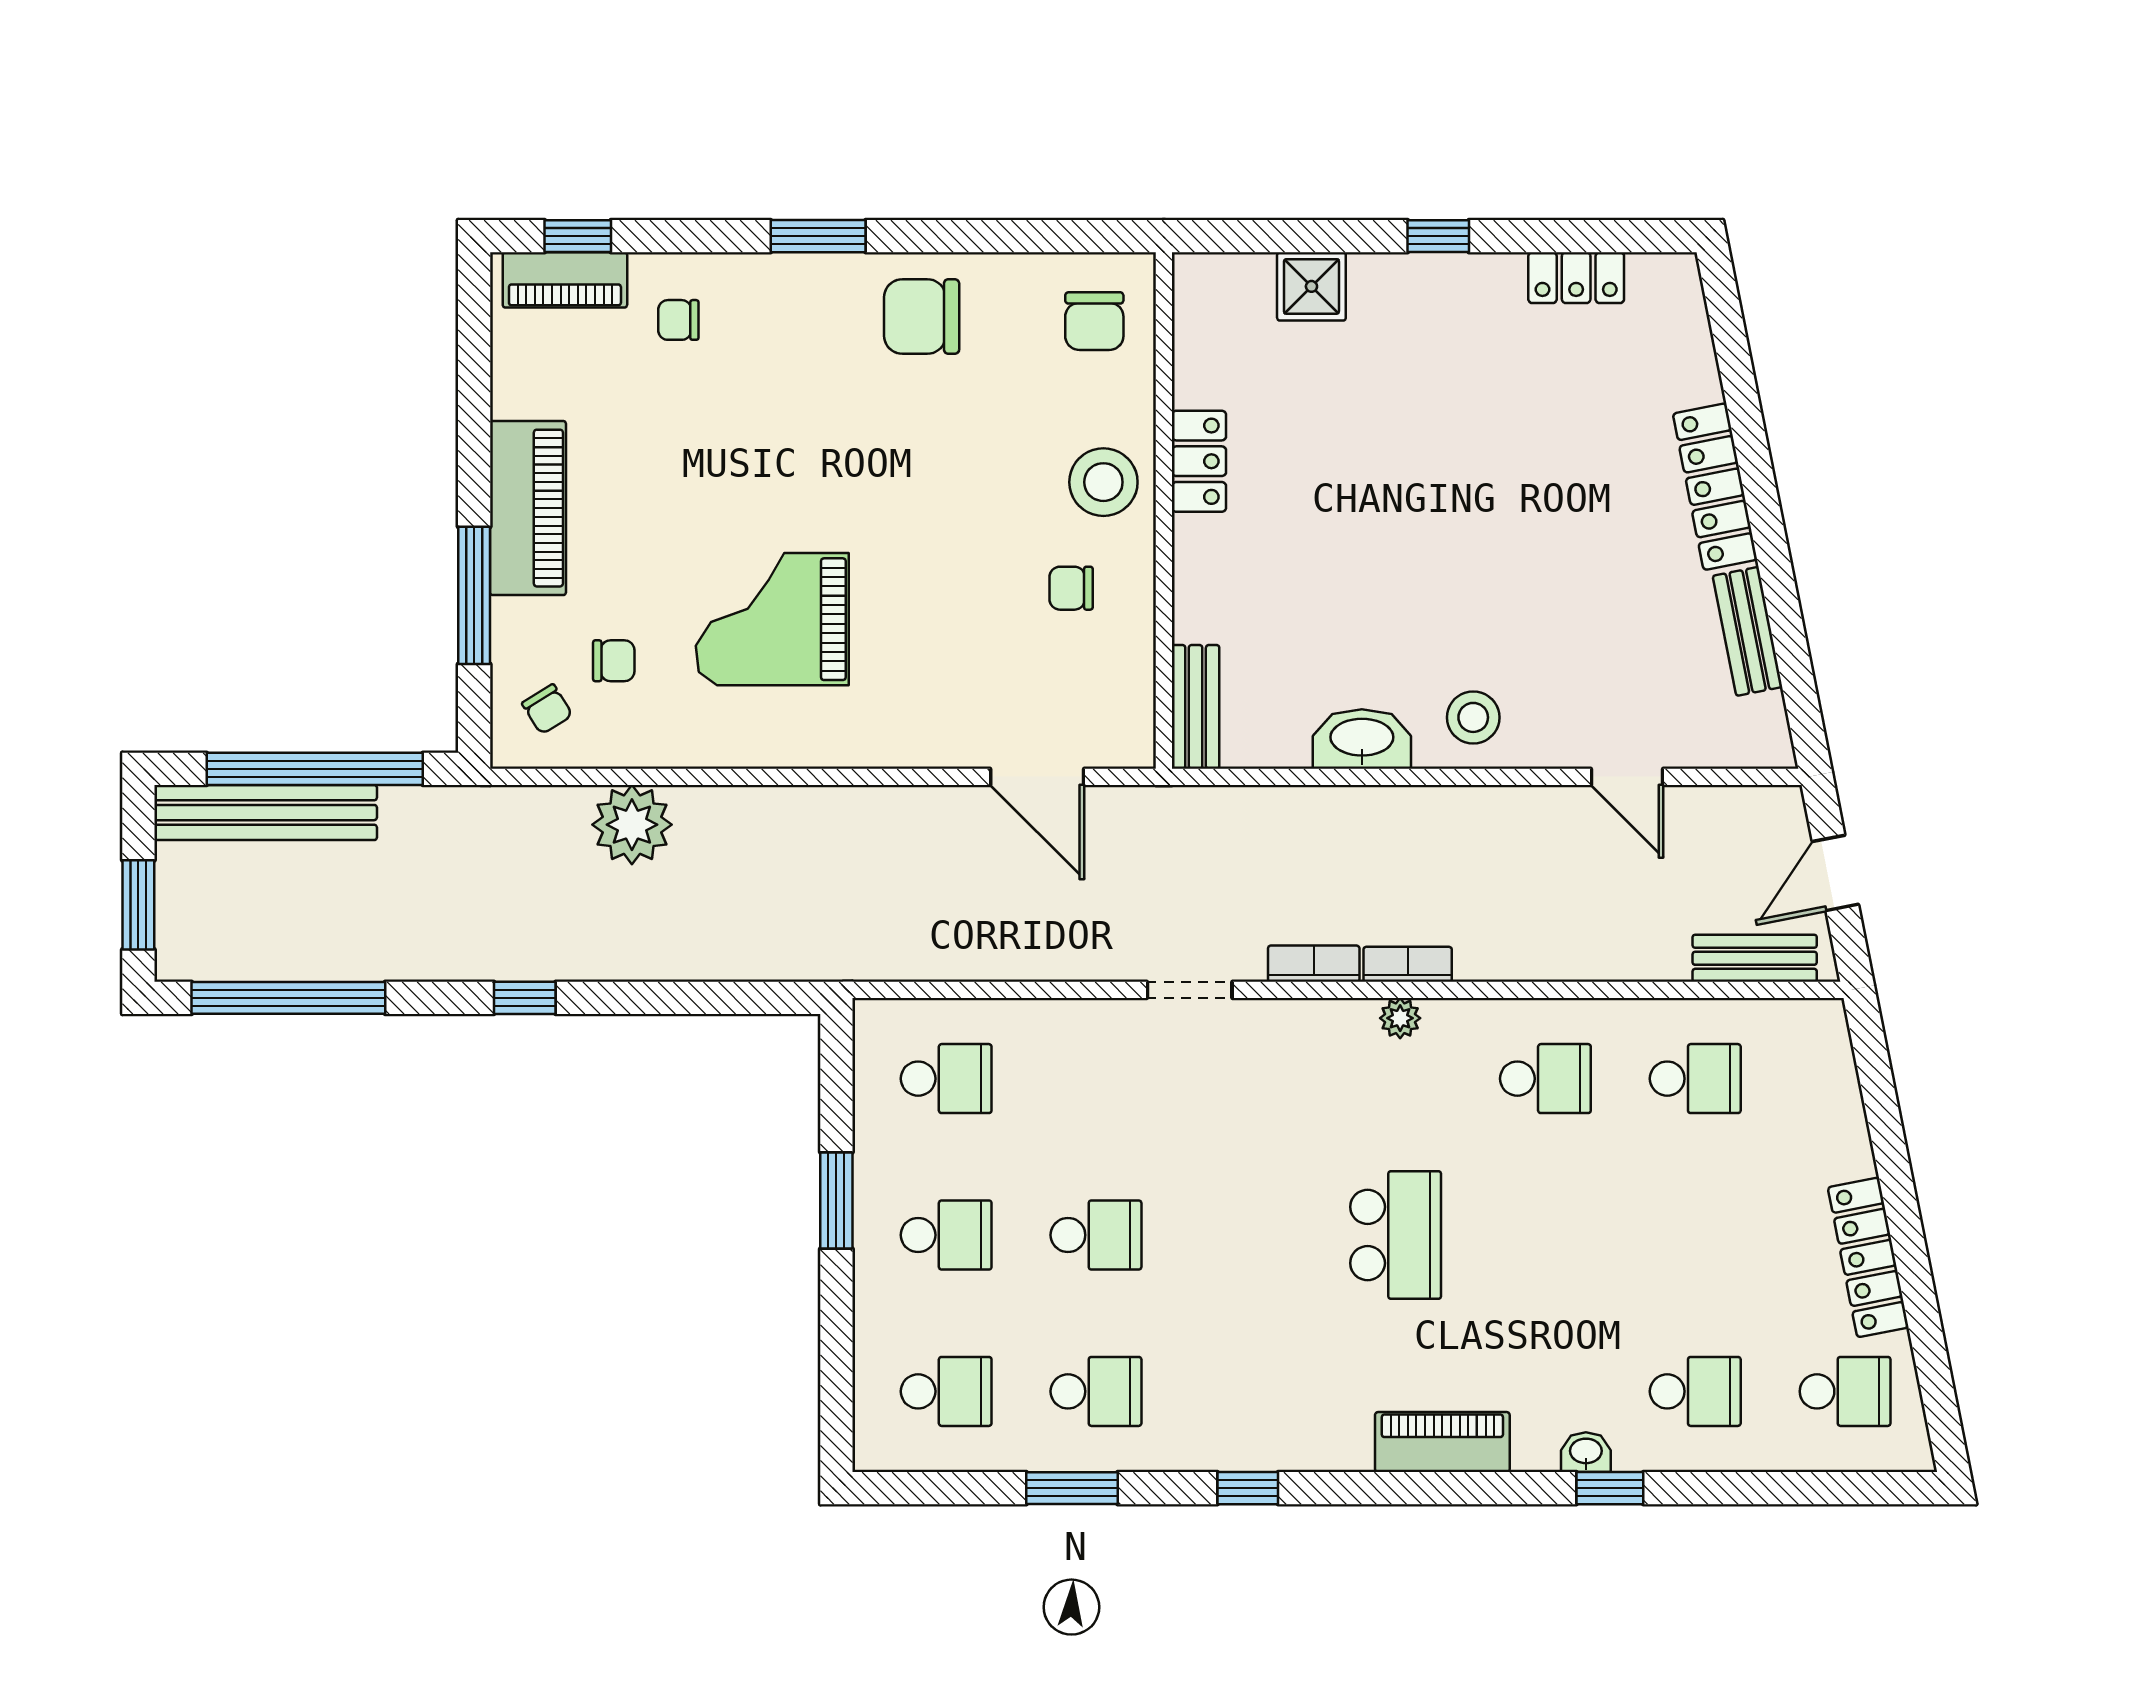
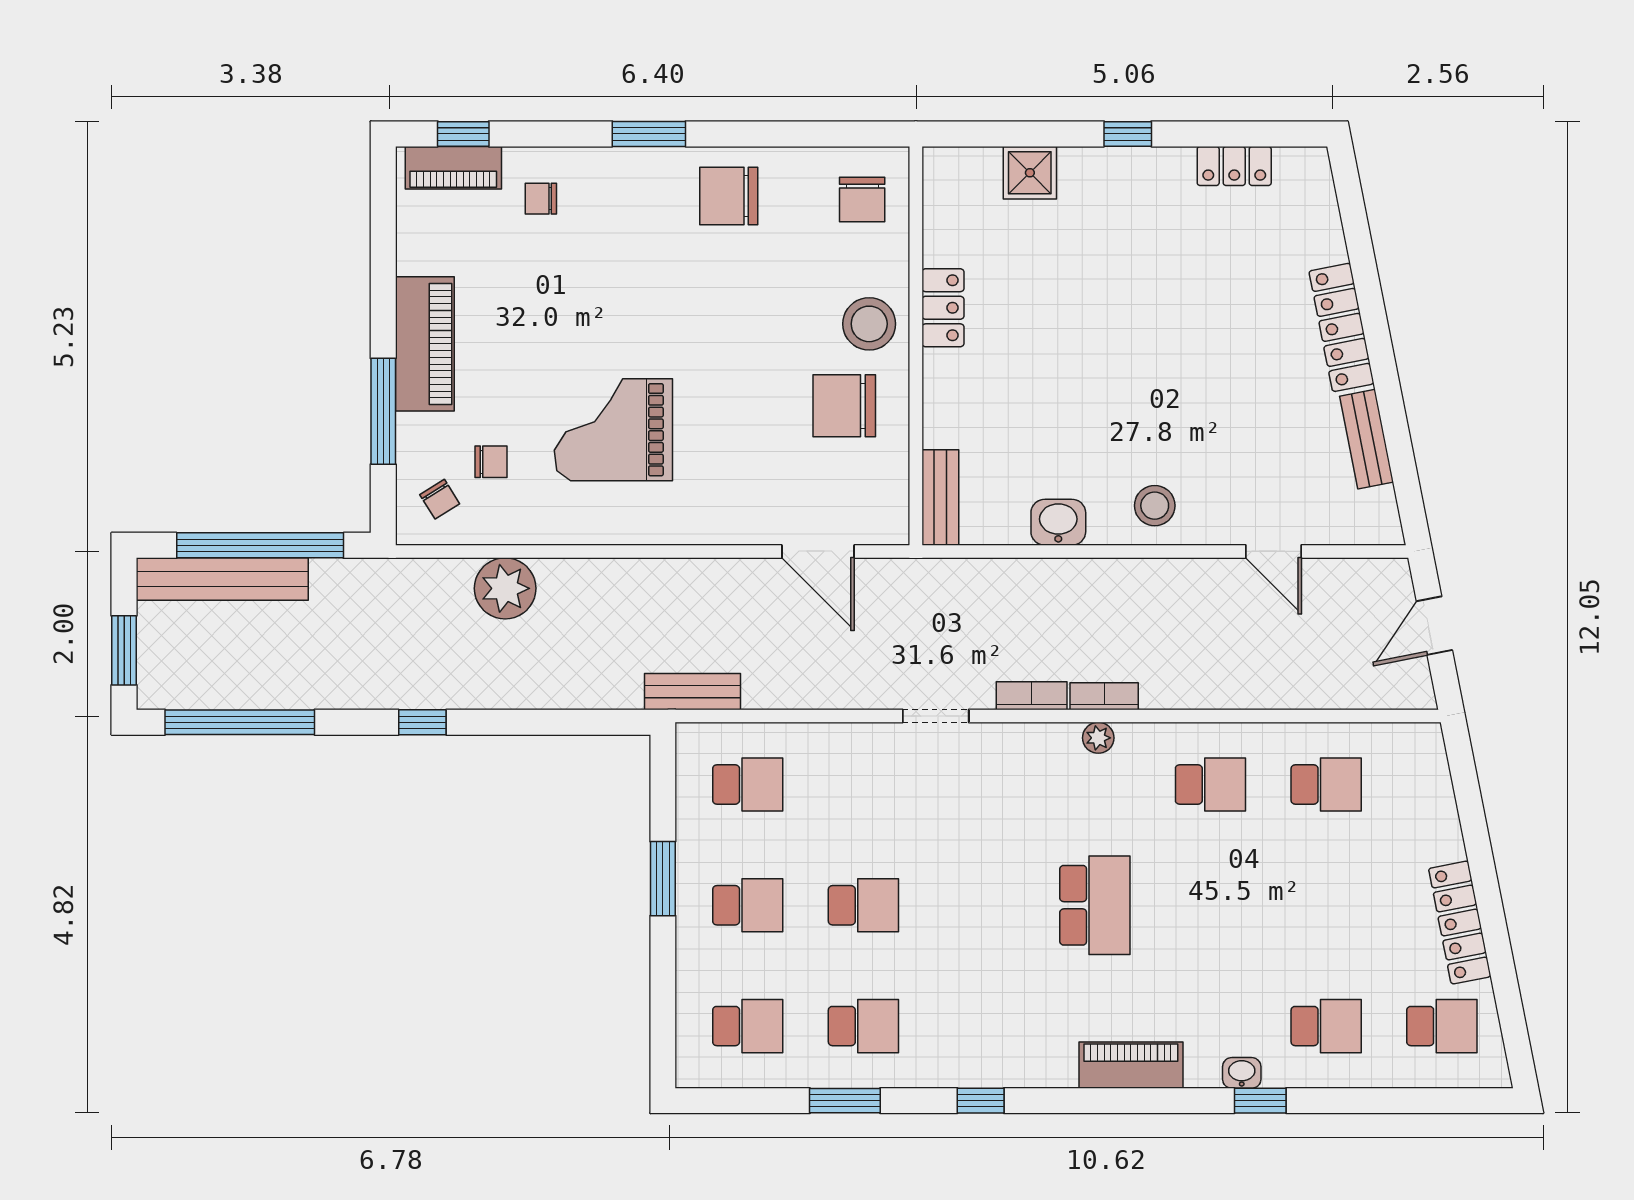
chair: (1071, 588) -> (844, 406), width x1.87, depth x1.87
washbasin: (1362, 739) -> (1058, 522), width x0.72
bench: (1755, 958) -> (693, 692), moved

